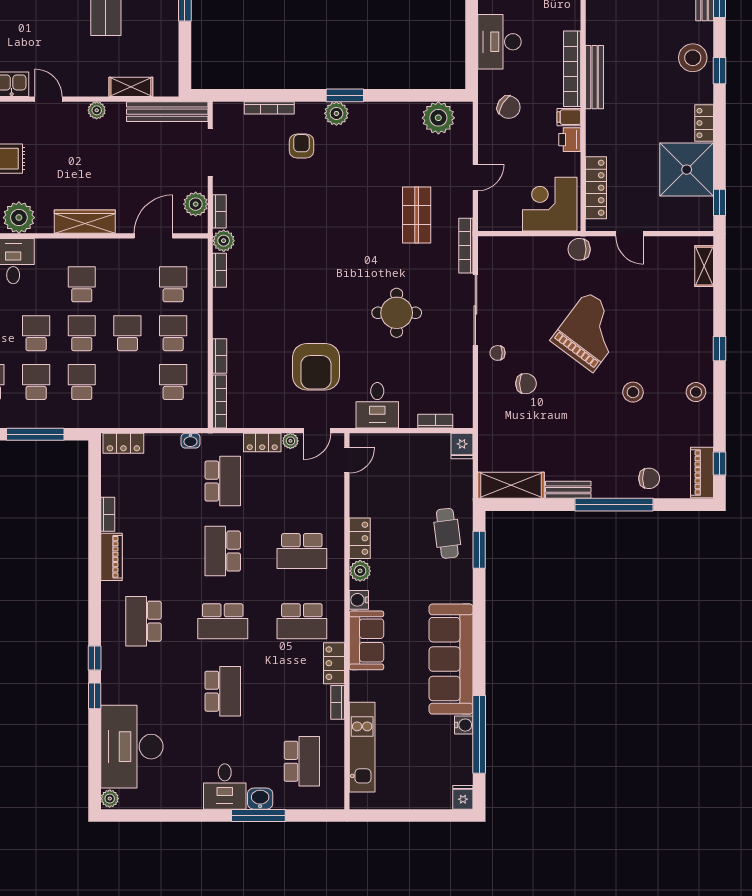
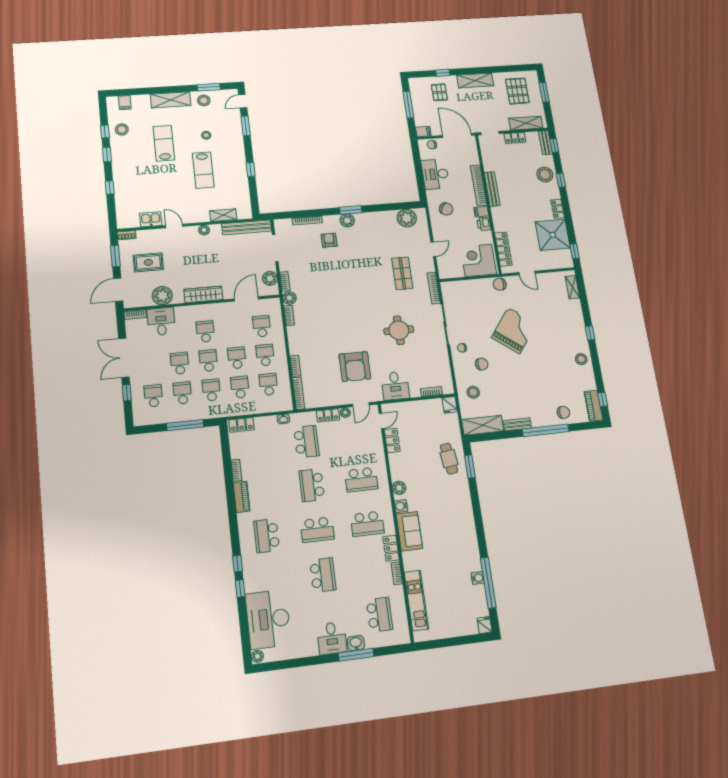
school desk: (127, 382) -> (240, 387), added
stool: (633, 392) -> (473, 392), moved
locker: (360, 538) -> (392, 440), moved
sofa: (451, 659) -> (463, 537), removed

